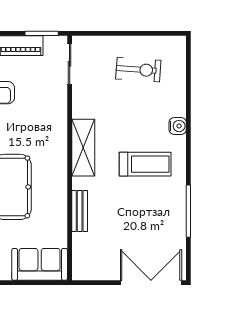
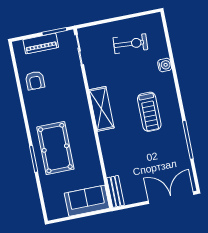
water cooler: (178, 126) -> (165, 65), moved
treadmill: (145, 164) -> (149, 112), turned 90
bench: (80, 211) -> (116, 191), moved

